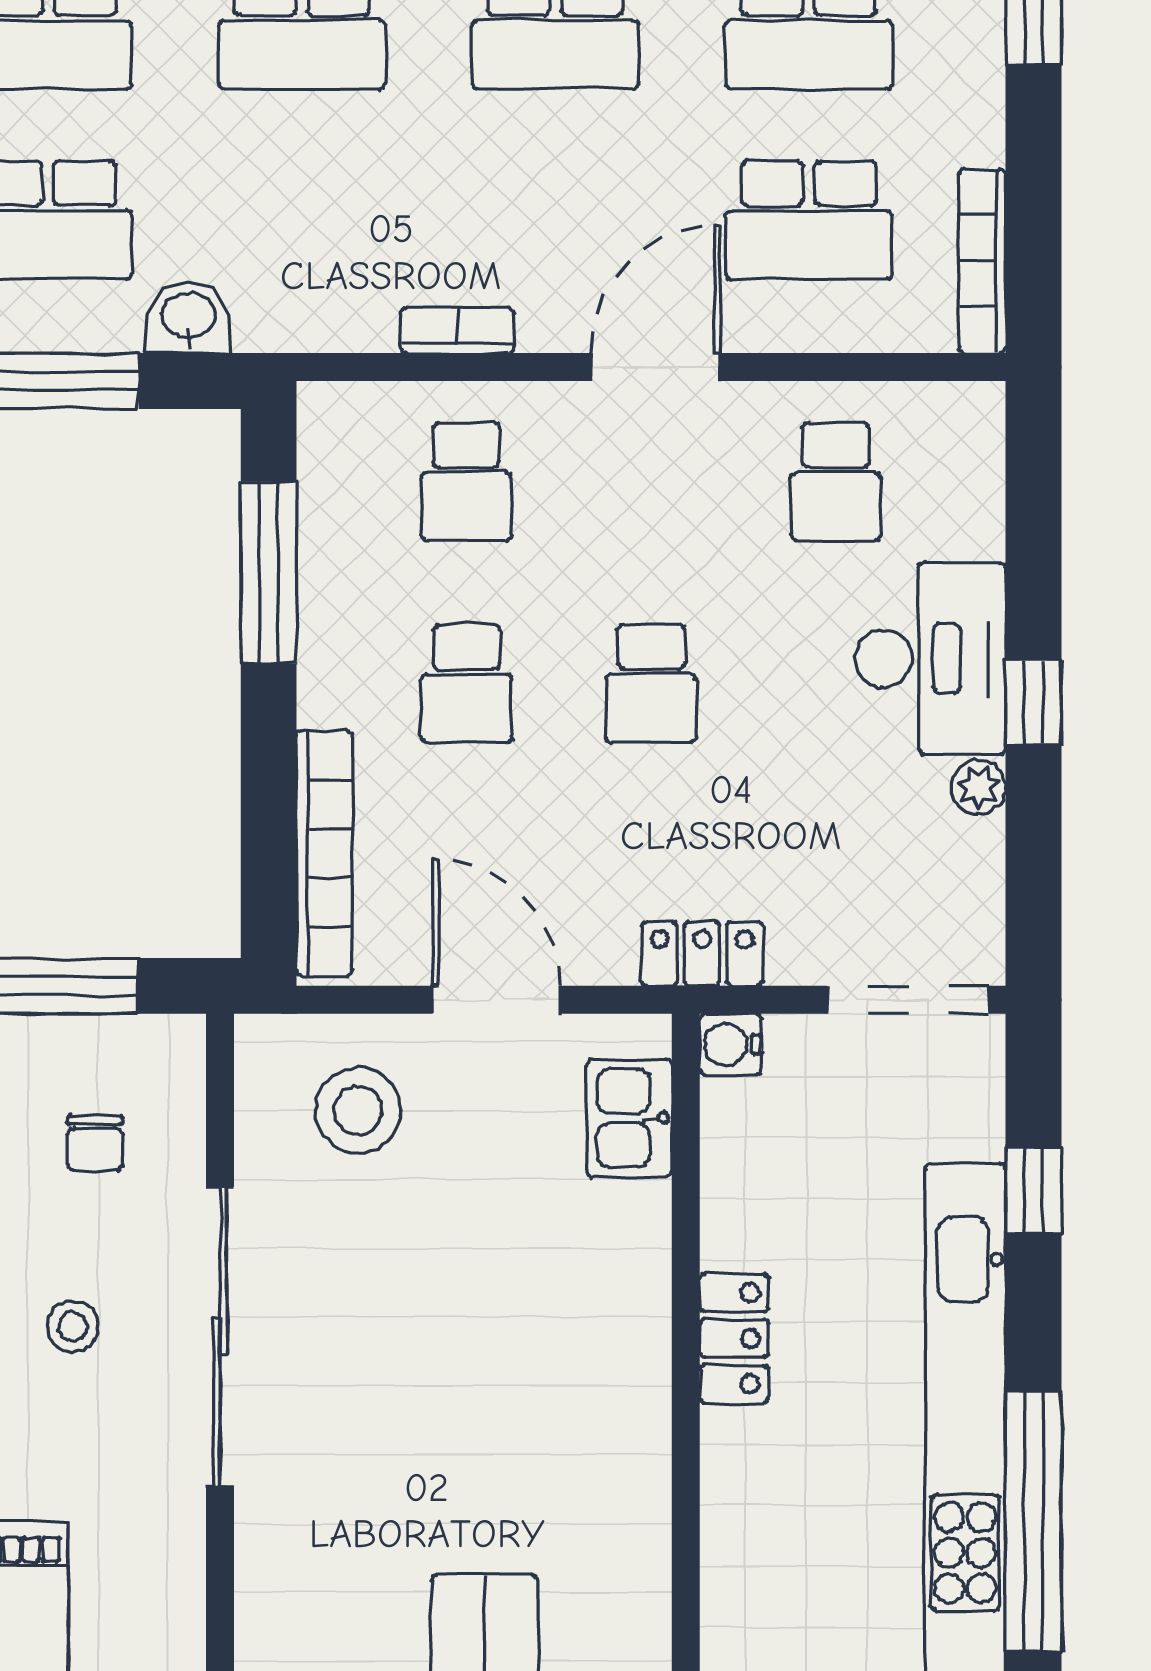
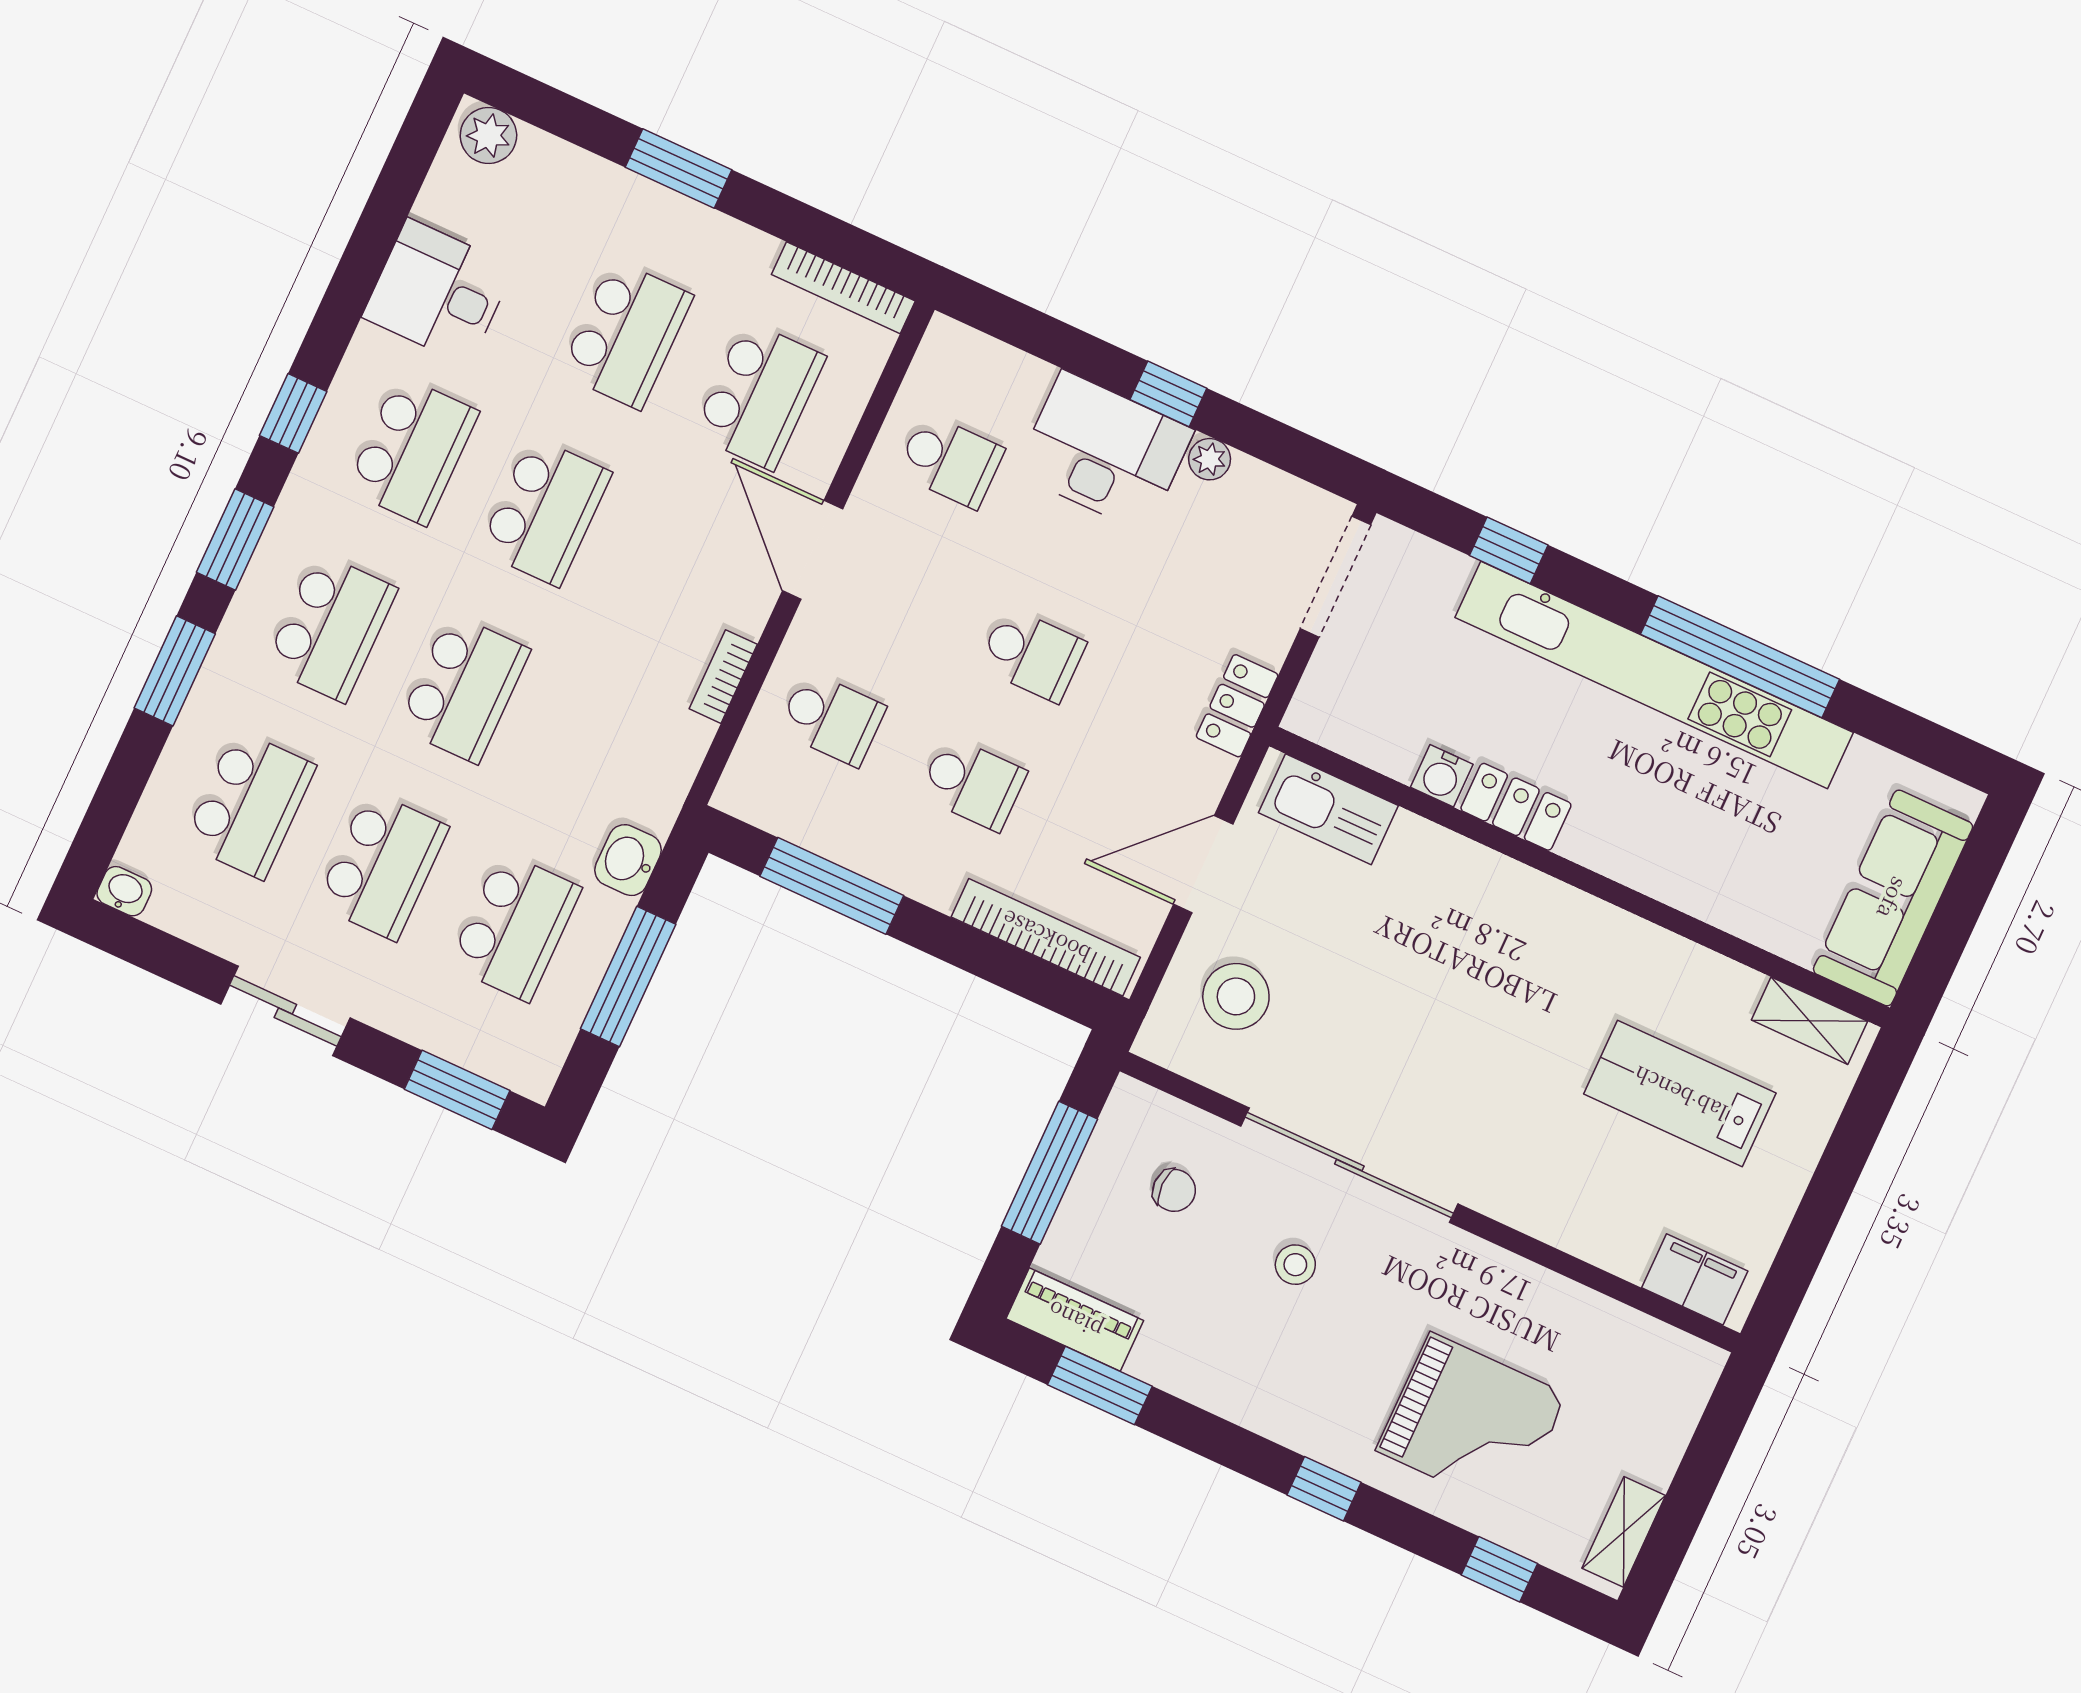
water cooler: (730, 1044) -> (1442, 776), moved
kitchen sink: (629, 1118) -> (1328, 809), width x1.38

